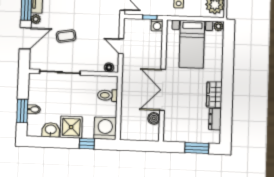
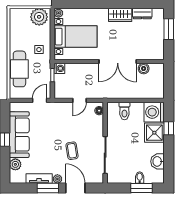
shower: (71, 127) -> (154, 133), moved

